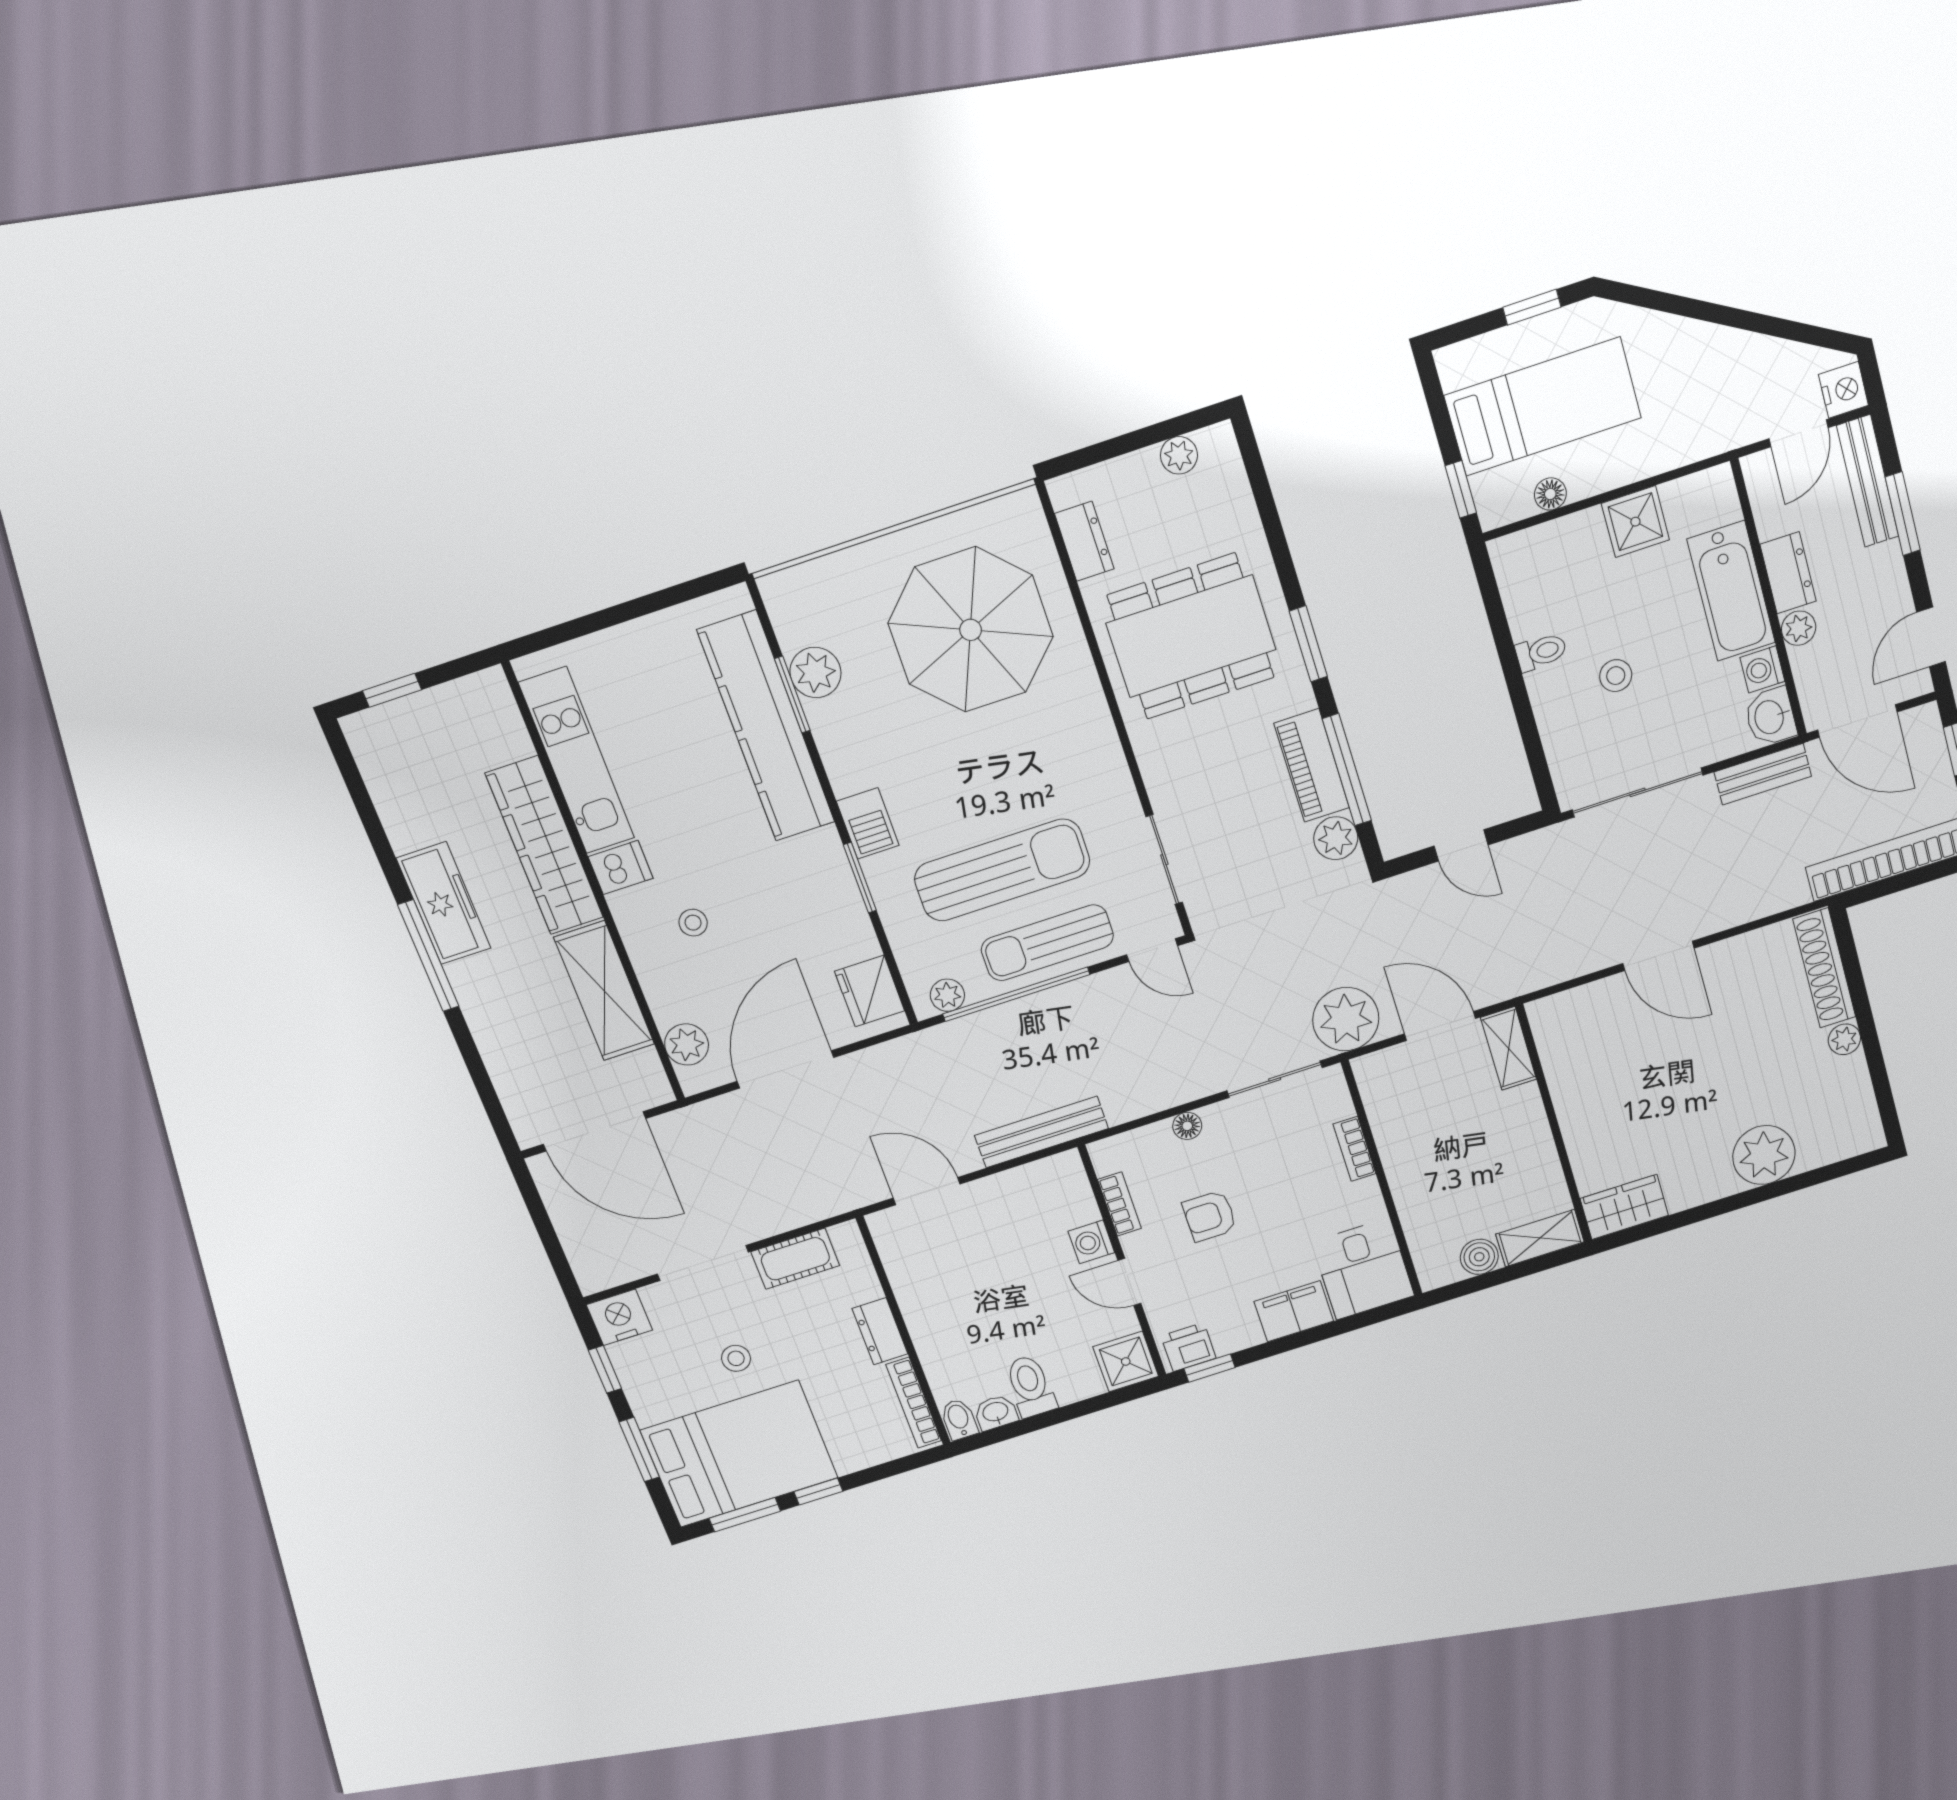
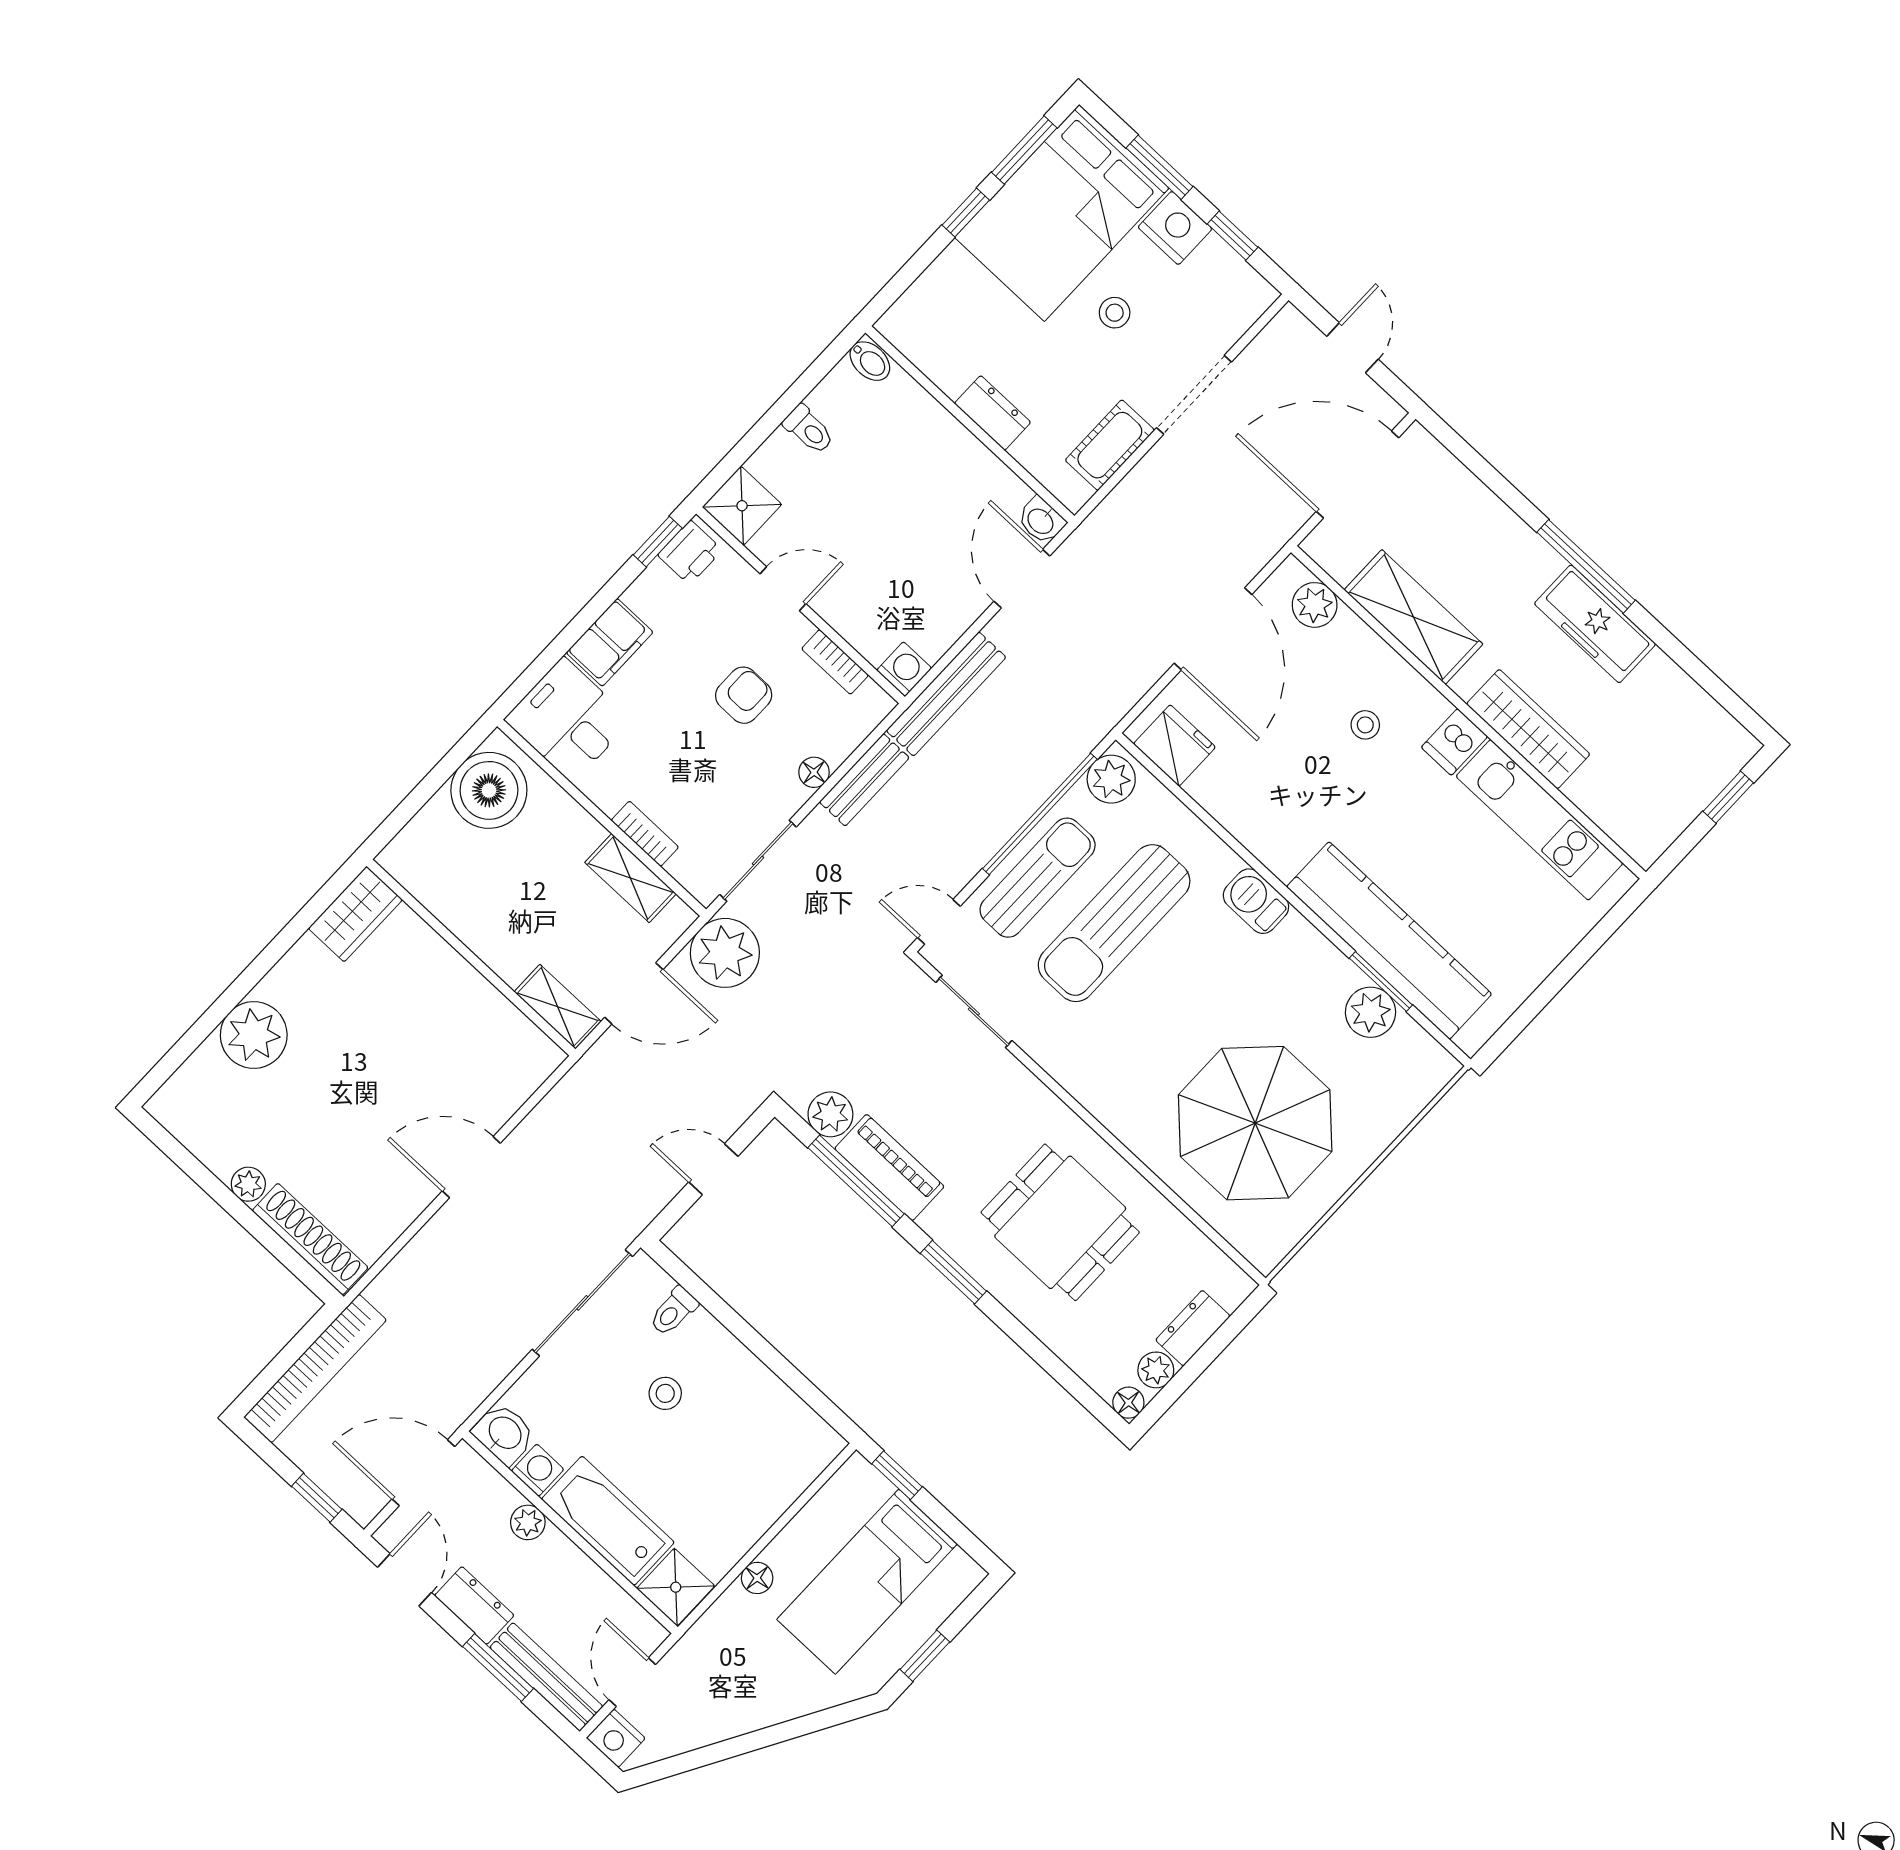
floor lamp: (1220, 439) -> (1128, 1403), added
floor lamp: (1550, 494) -> (757, 1578), moved
shower: (1635, 522) -> (676, 1587), moved
dresser: (1084, 541) -> (1193, 1328), moved, turned 90
dresser: (1788, 573) -> (474, 1605), moved, turned 180
dining table: (1191, 636) -> (1060, 1222), width x0.73
toilet: (1541, 652) -> (673, 1311), moved
bench: (1763, 774) -> (864, 780), moved
wardrobe: (545, 846) -> (1528, 729), width x0.71, depth x0.85
window: (860, 878) -> (1237, 847), removed
plant: (947, 995) -> (1111, 779), width x1.38, depth x1.38
door: (927, 1191) -> (1022, 579), swing flipped
door: (547, 1234) -> (1352, 348), added
shelving: (1540, 1238) -> (630, 878), moved, turned 90
washing machine: (1091, 1242) -> (904, 669), moved
boiler: (1479, 1257) -> (489, 790), width x1.86, depth x1.86
nightstand: (619, 1317) -> (1175, 228), moved, turned -90
toilet: (1030, 1386) -> (809, 429), width x0.73, depth x0.72
bookcase: (914, 1403) -> (922, 355), removed
washbasin: (996, 1412) -> (1041, 521), moved, turned 90

